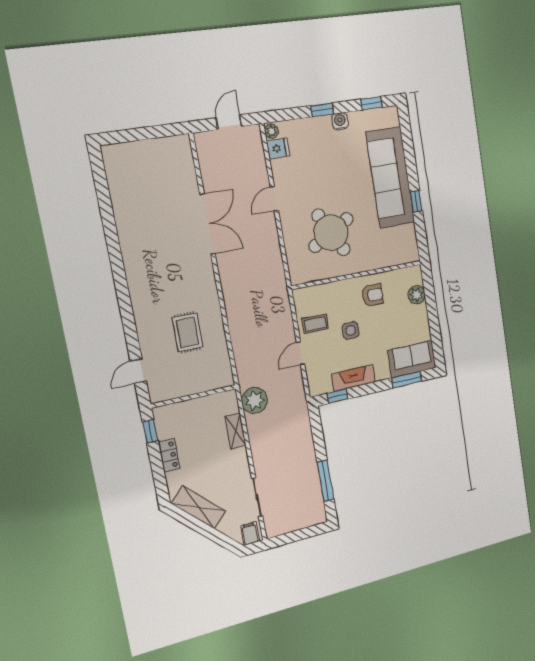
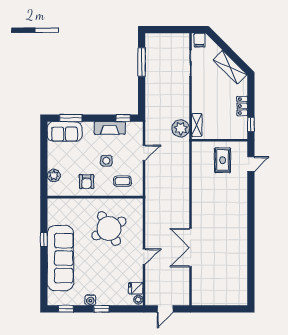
armchair: (372, 295) -> (86, 181), turned -90
coffee table: (315, 324) -> (123, 181), moved
rug: (188, 332) -> (223, 160), moved
shelving: (236, 431) -> (197, 125), moved

